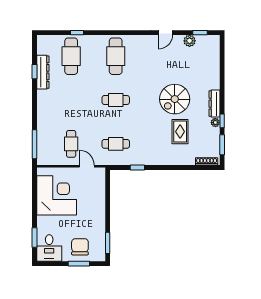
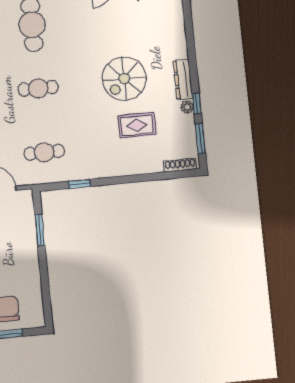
rug: (180, 132) -> (137, 125), turned 90
window: (108, 243) -> (40, 230), moved

